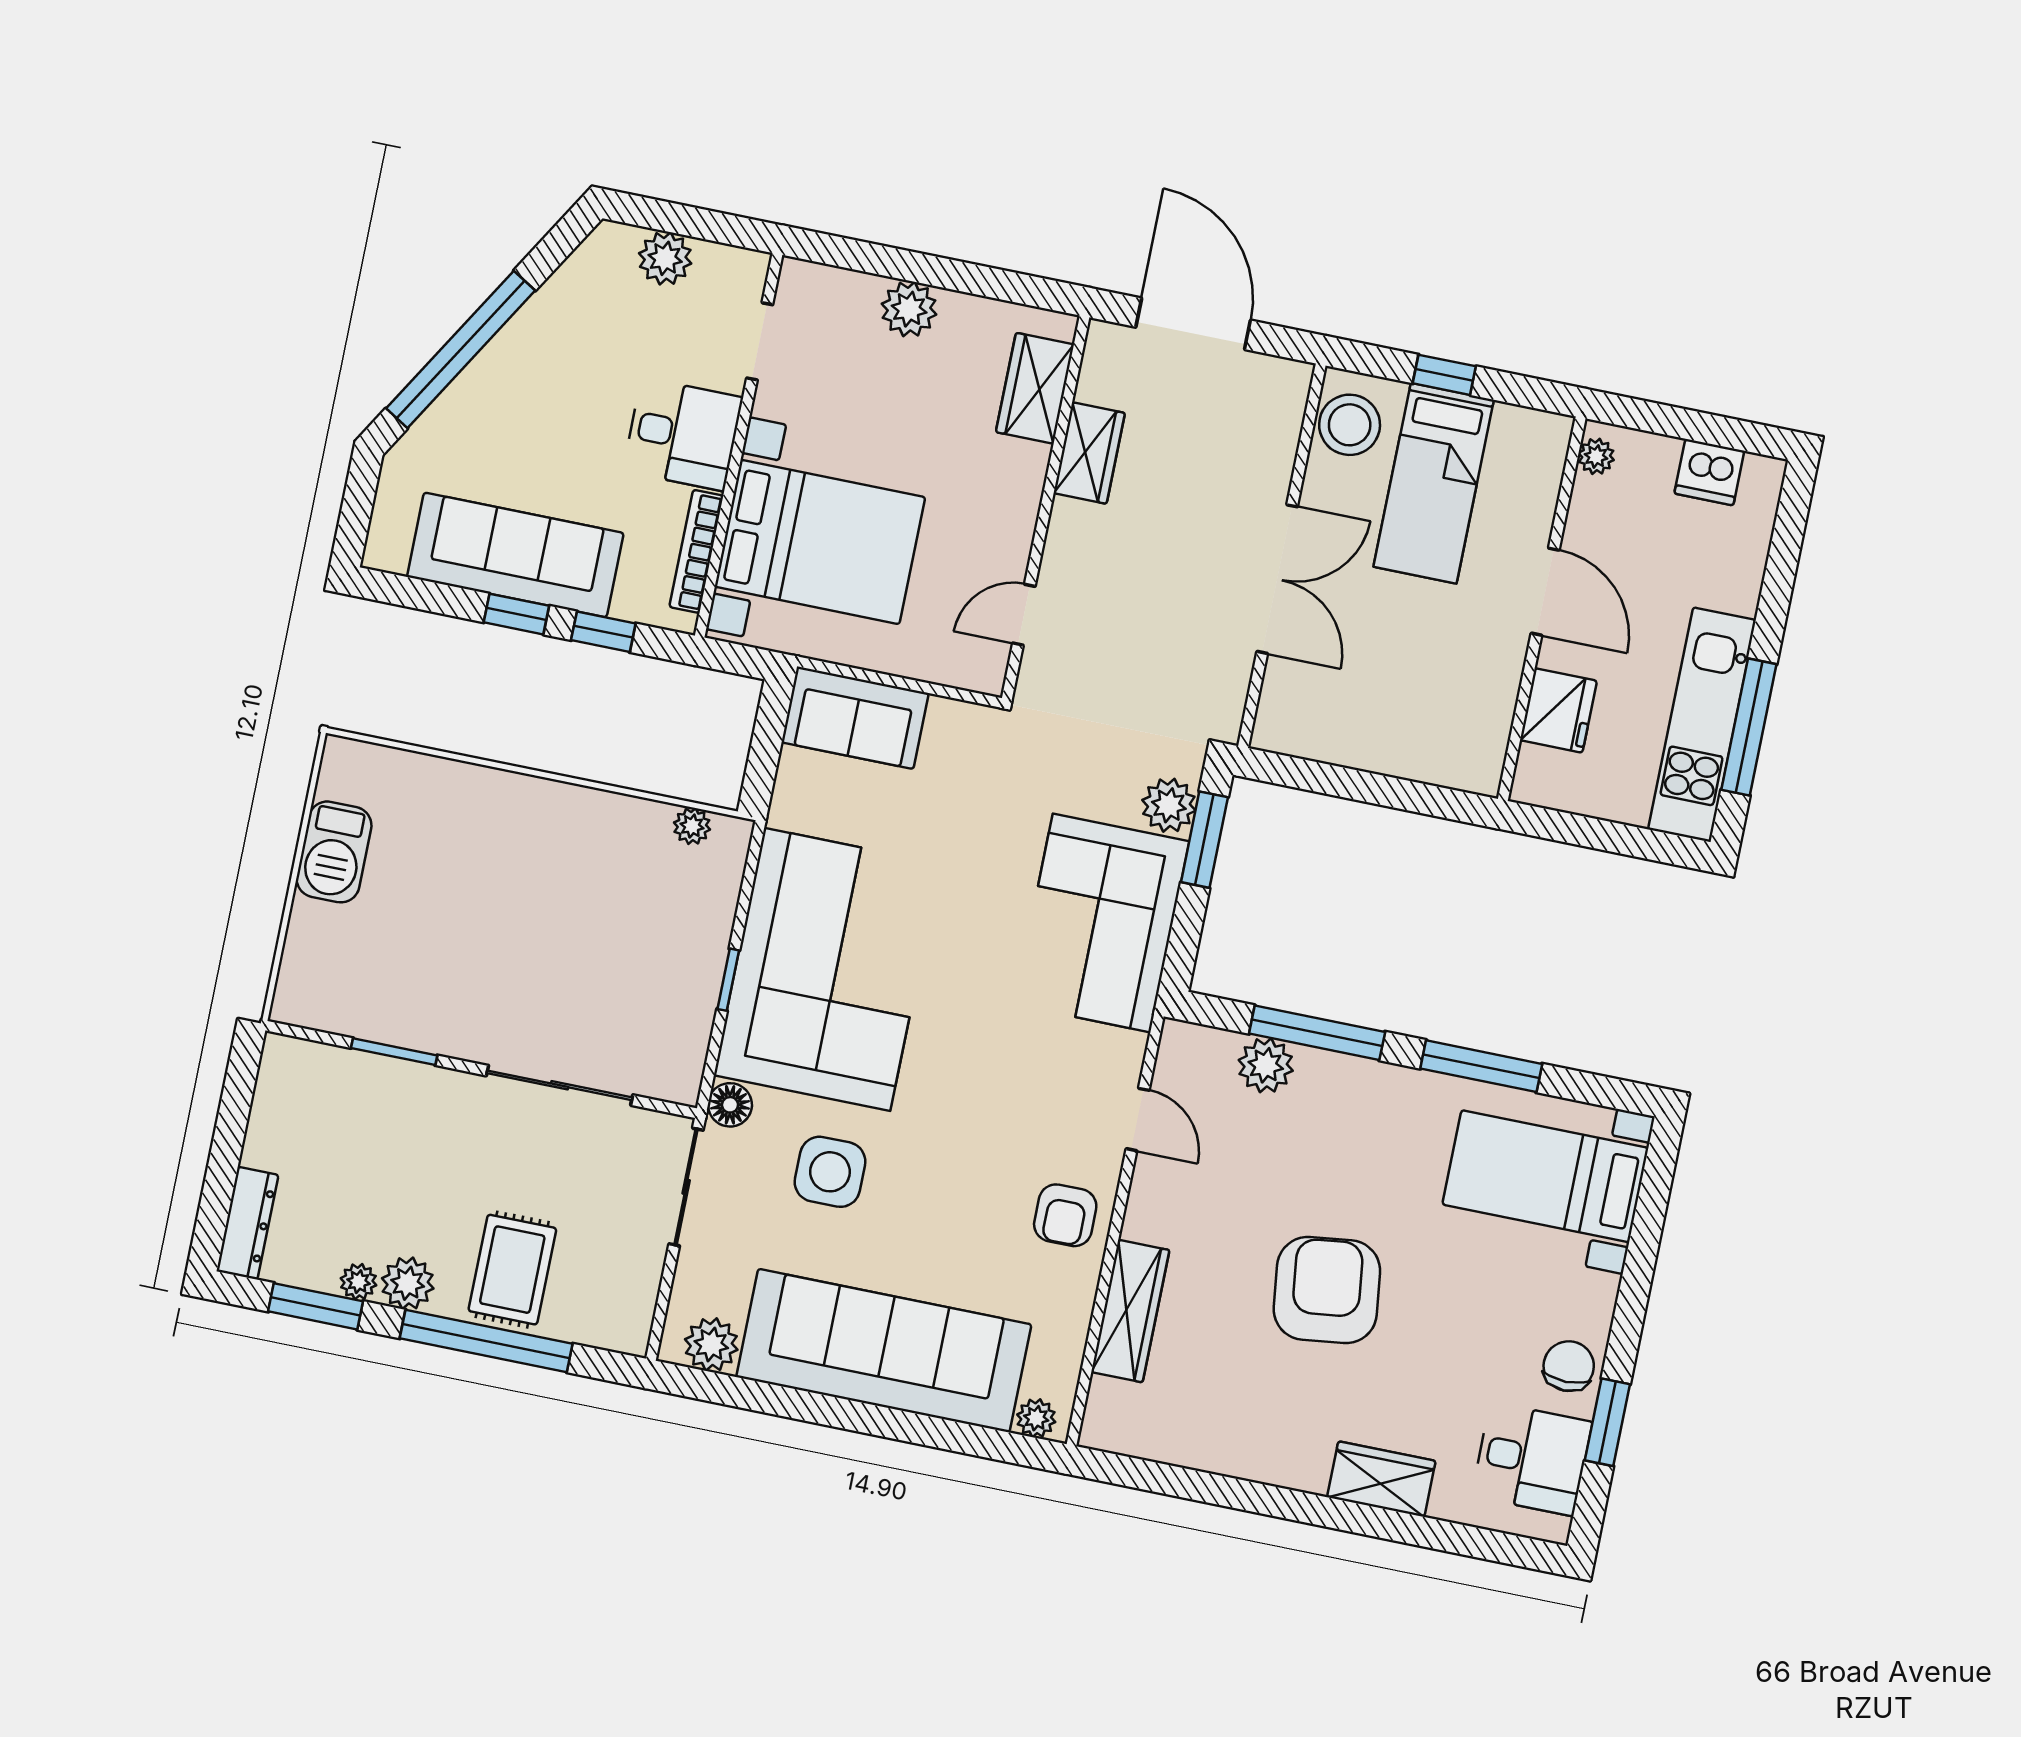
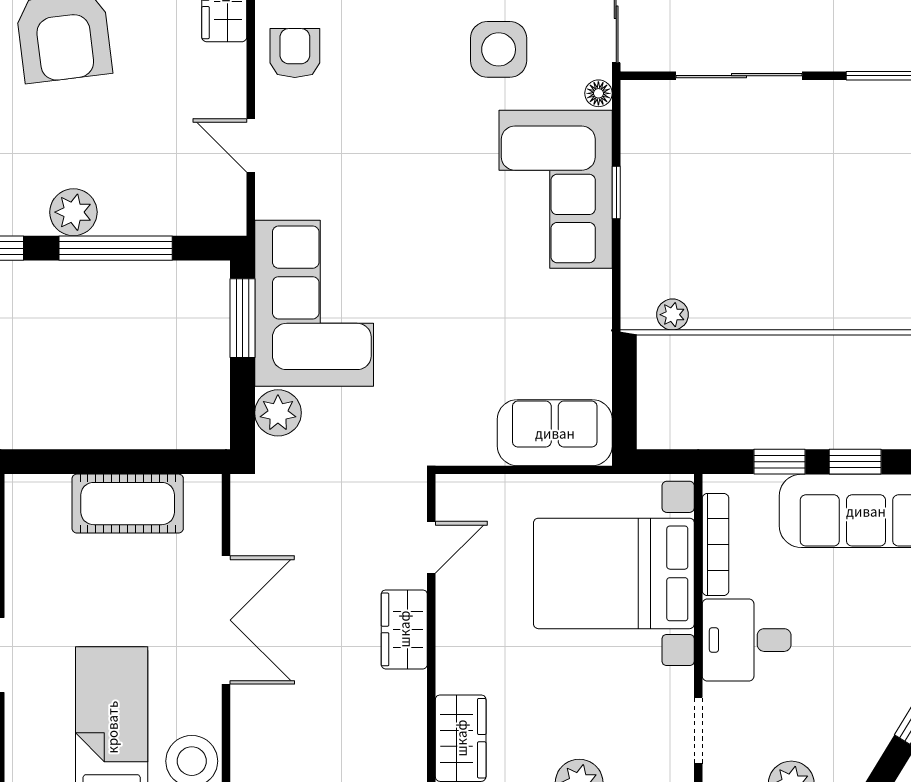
wardrobe: (1089, 453) -> (404, 629), moved
double door: (1277, 579) -> (226, 620), swing flipped
cot: (1363, 736) -> (128, 504), added
window: (1204, 840) -> (242, 318), moved
corner sofa: (827, 969) -> (556, 189), width x0.73, depth x0.74
plant: (1266, 1065) -> (73, 212), moved
floor lamp: (730, 1105) -> (598, 93), width x0.73, depth x0.73

